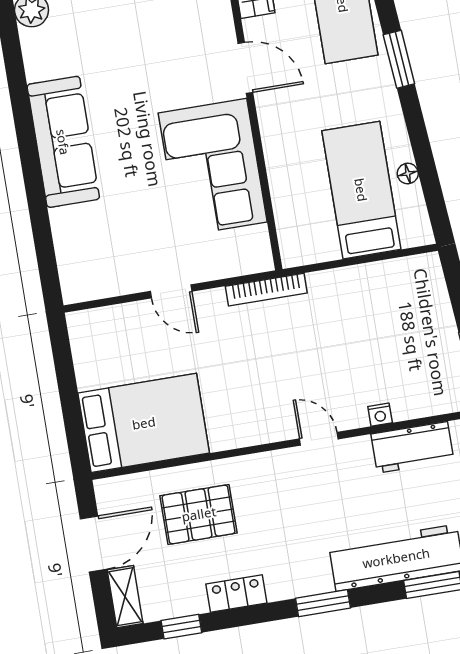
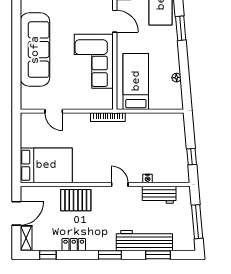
sofa: (63, 142) -> (35, 50), width x1.36, depth x1.27
bed: (361, 190) -> (136, 81), moved
door: (171, 291) -> (54, 111), moved
pallet: (199, 514) -> (76, 200), moved

